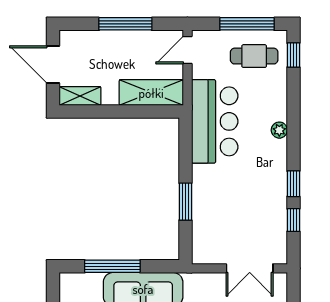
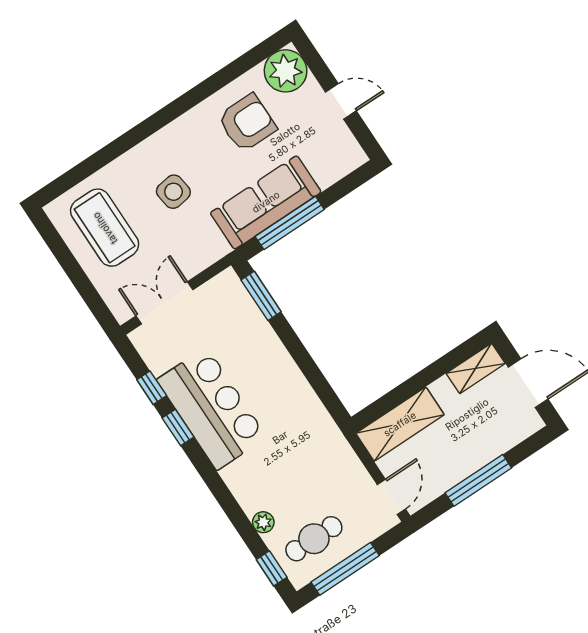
bar counter: (215, 121) -> (212, 409), moved, turned 180
plant: (279, 130) -> (263, 522), moved
window: (185, 202) -> (261, 296), moved
window: (112, 266) -> (290, 223), moved

